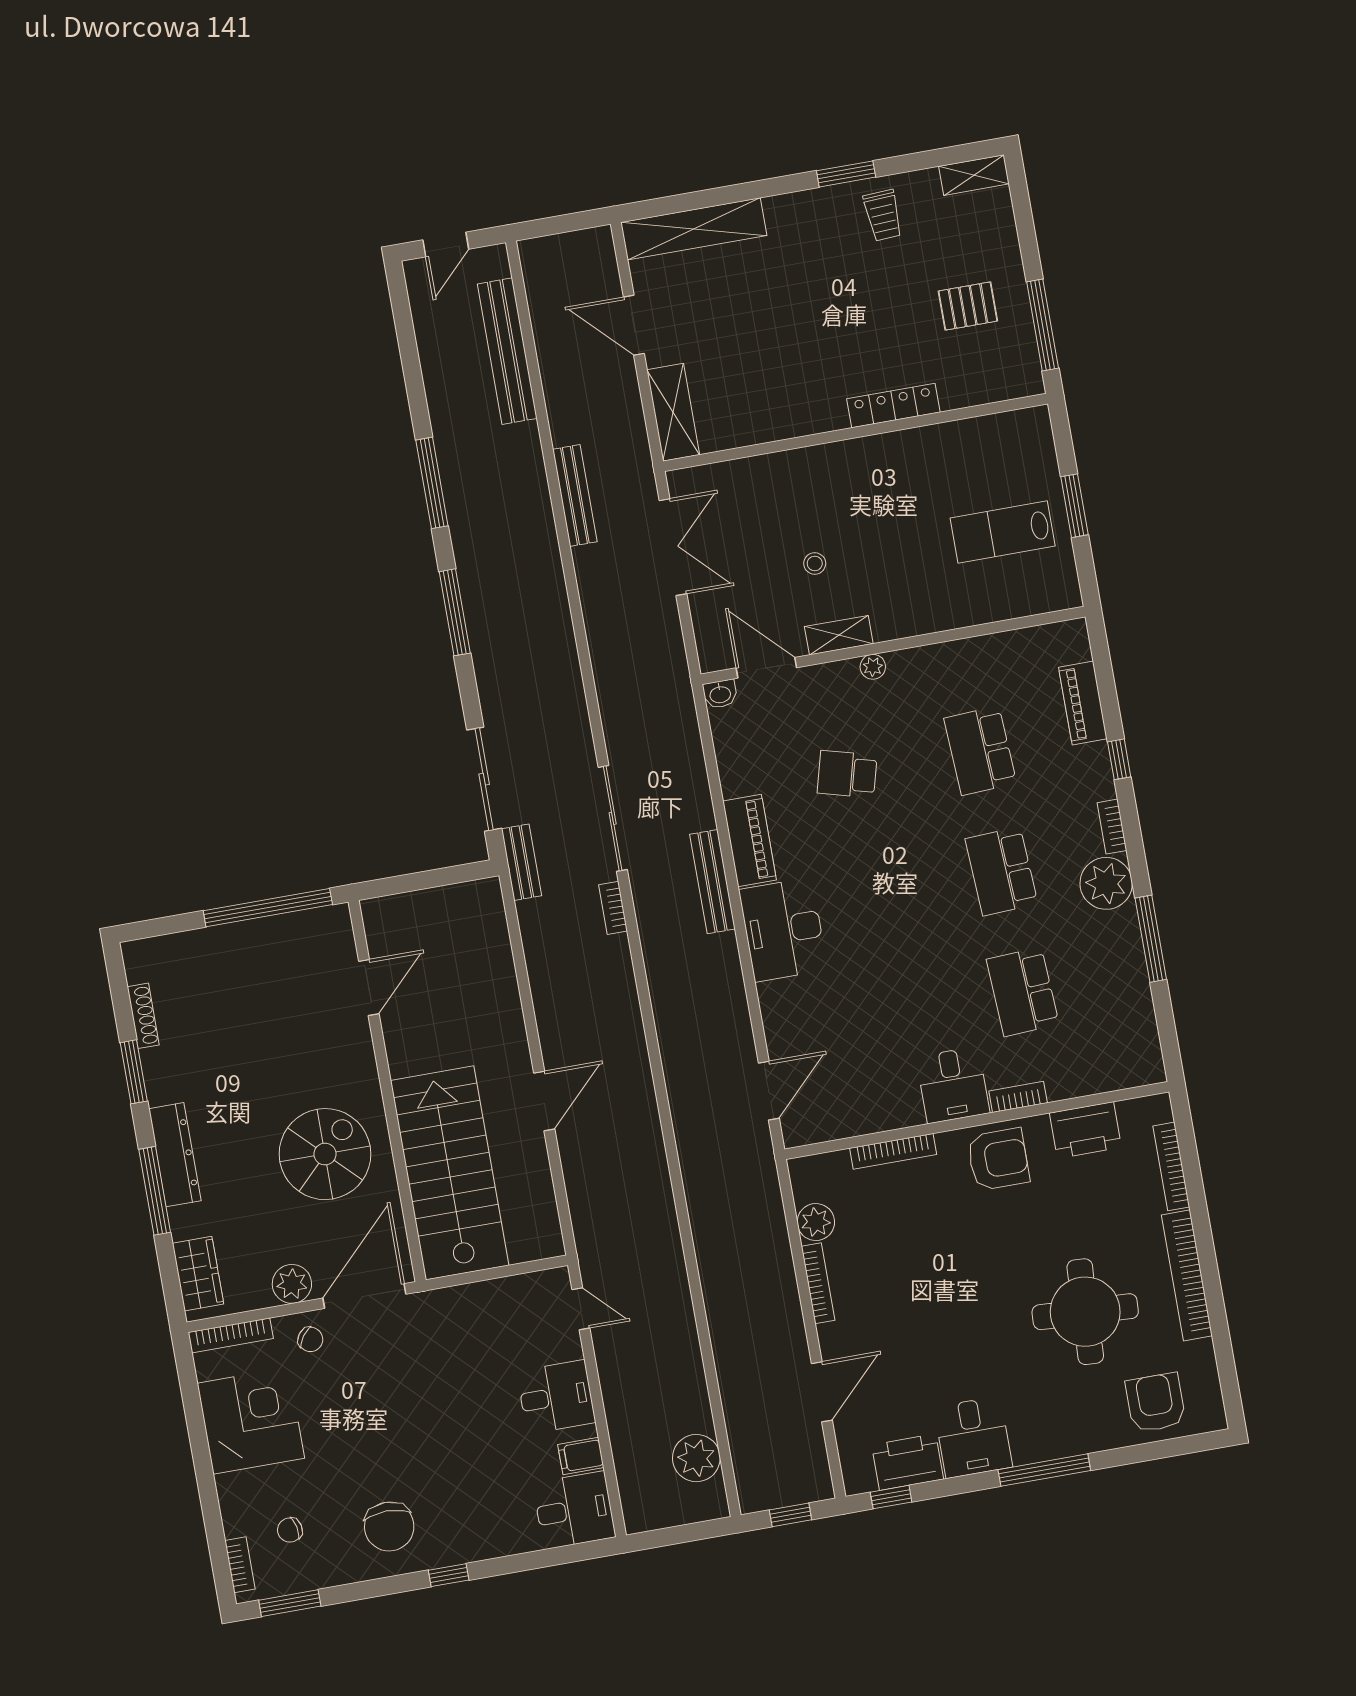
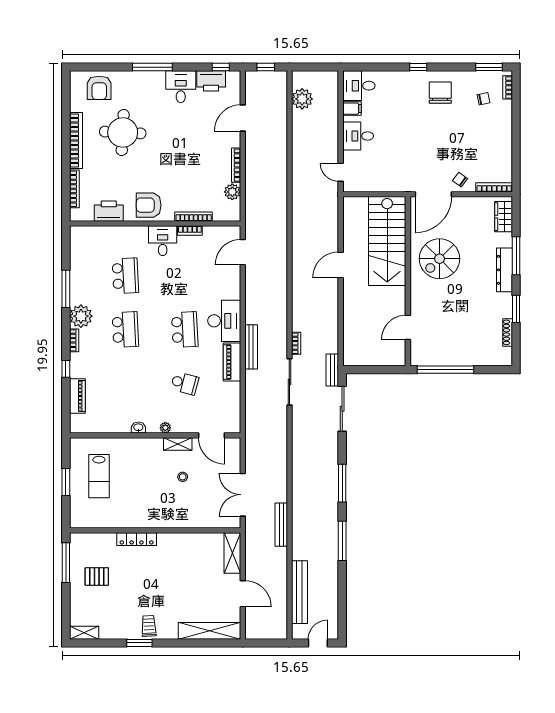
trolley: (883, 215) -> (149, 626), moved
lab bench: (1003, 532) -> (99, 476), turned 90
washbasin: (720, 694) -> (138, 428), moved
school desk: (980, 751) -> (185, 329), moved
bookcase: (1018, 1097) -> (190, 231), moved
plant: (292, 1284) -> (464, 205), removed
corner desk: (251, 1421) -> (492, 149), removed

